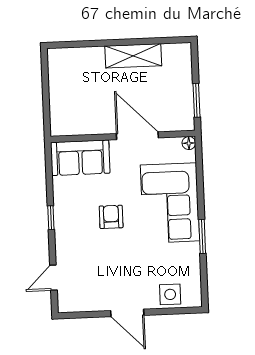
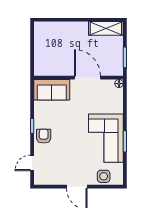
shelving: (133, 56) -> (106, 28), moved
corner sofa: (170, 203) -> (106, 138), moved
armchair: (111, 217) -> (44, 136), moved

